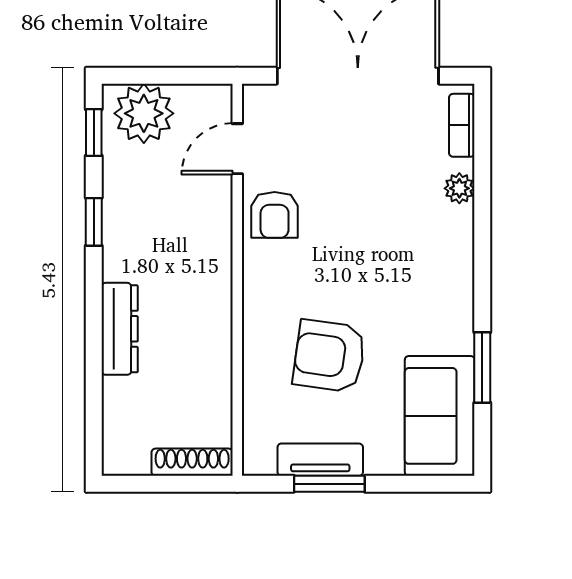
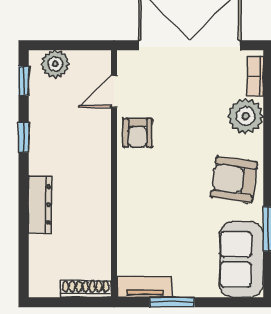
plant: (144, 113) -> (55, 64), width x0.73, depth x0.73
plant: (459, 188) -> (246, 116), width x1.88, depth x1.88
armchair: (329, 356) -> (234, 180), moved
tv unit: (320, 460) -> (145, 287), moved

